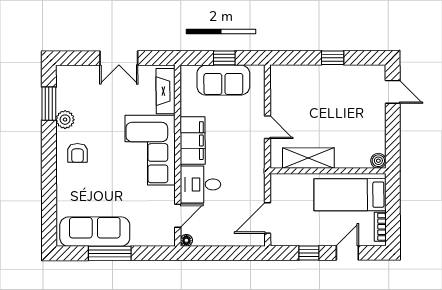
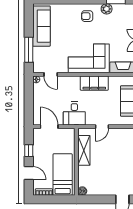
desk: (200, 184) -> (74, 113), moved, turned 180
window: (110, 253) -> (29, 50), moved

